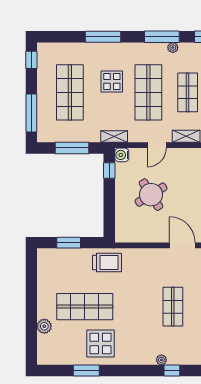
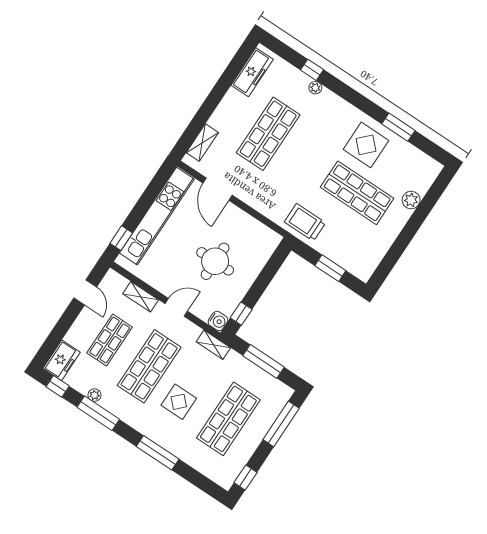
round table: (151, 195) -> (215, 261), turned 32
shop shelf: (173, 307) -> (268, 134), width x1.43, depth x1.36

